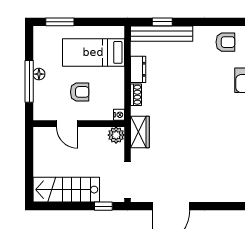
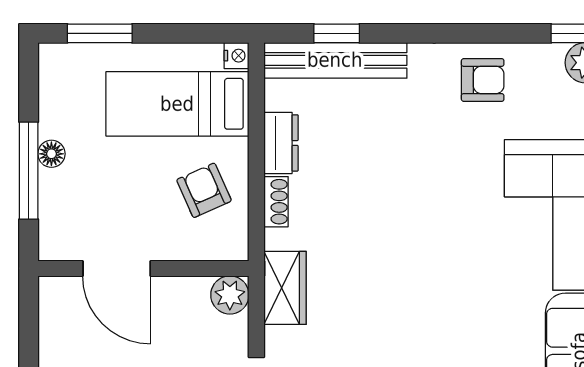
armchair: (80, 92) -> (204, 190), moved, turned -114
nightstand: (119, 115) -> (237, 56), moved
door: (67, 124) -> (117, 268), width x1.38

